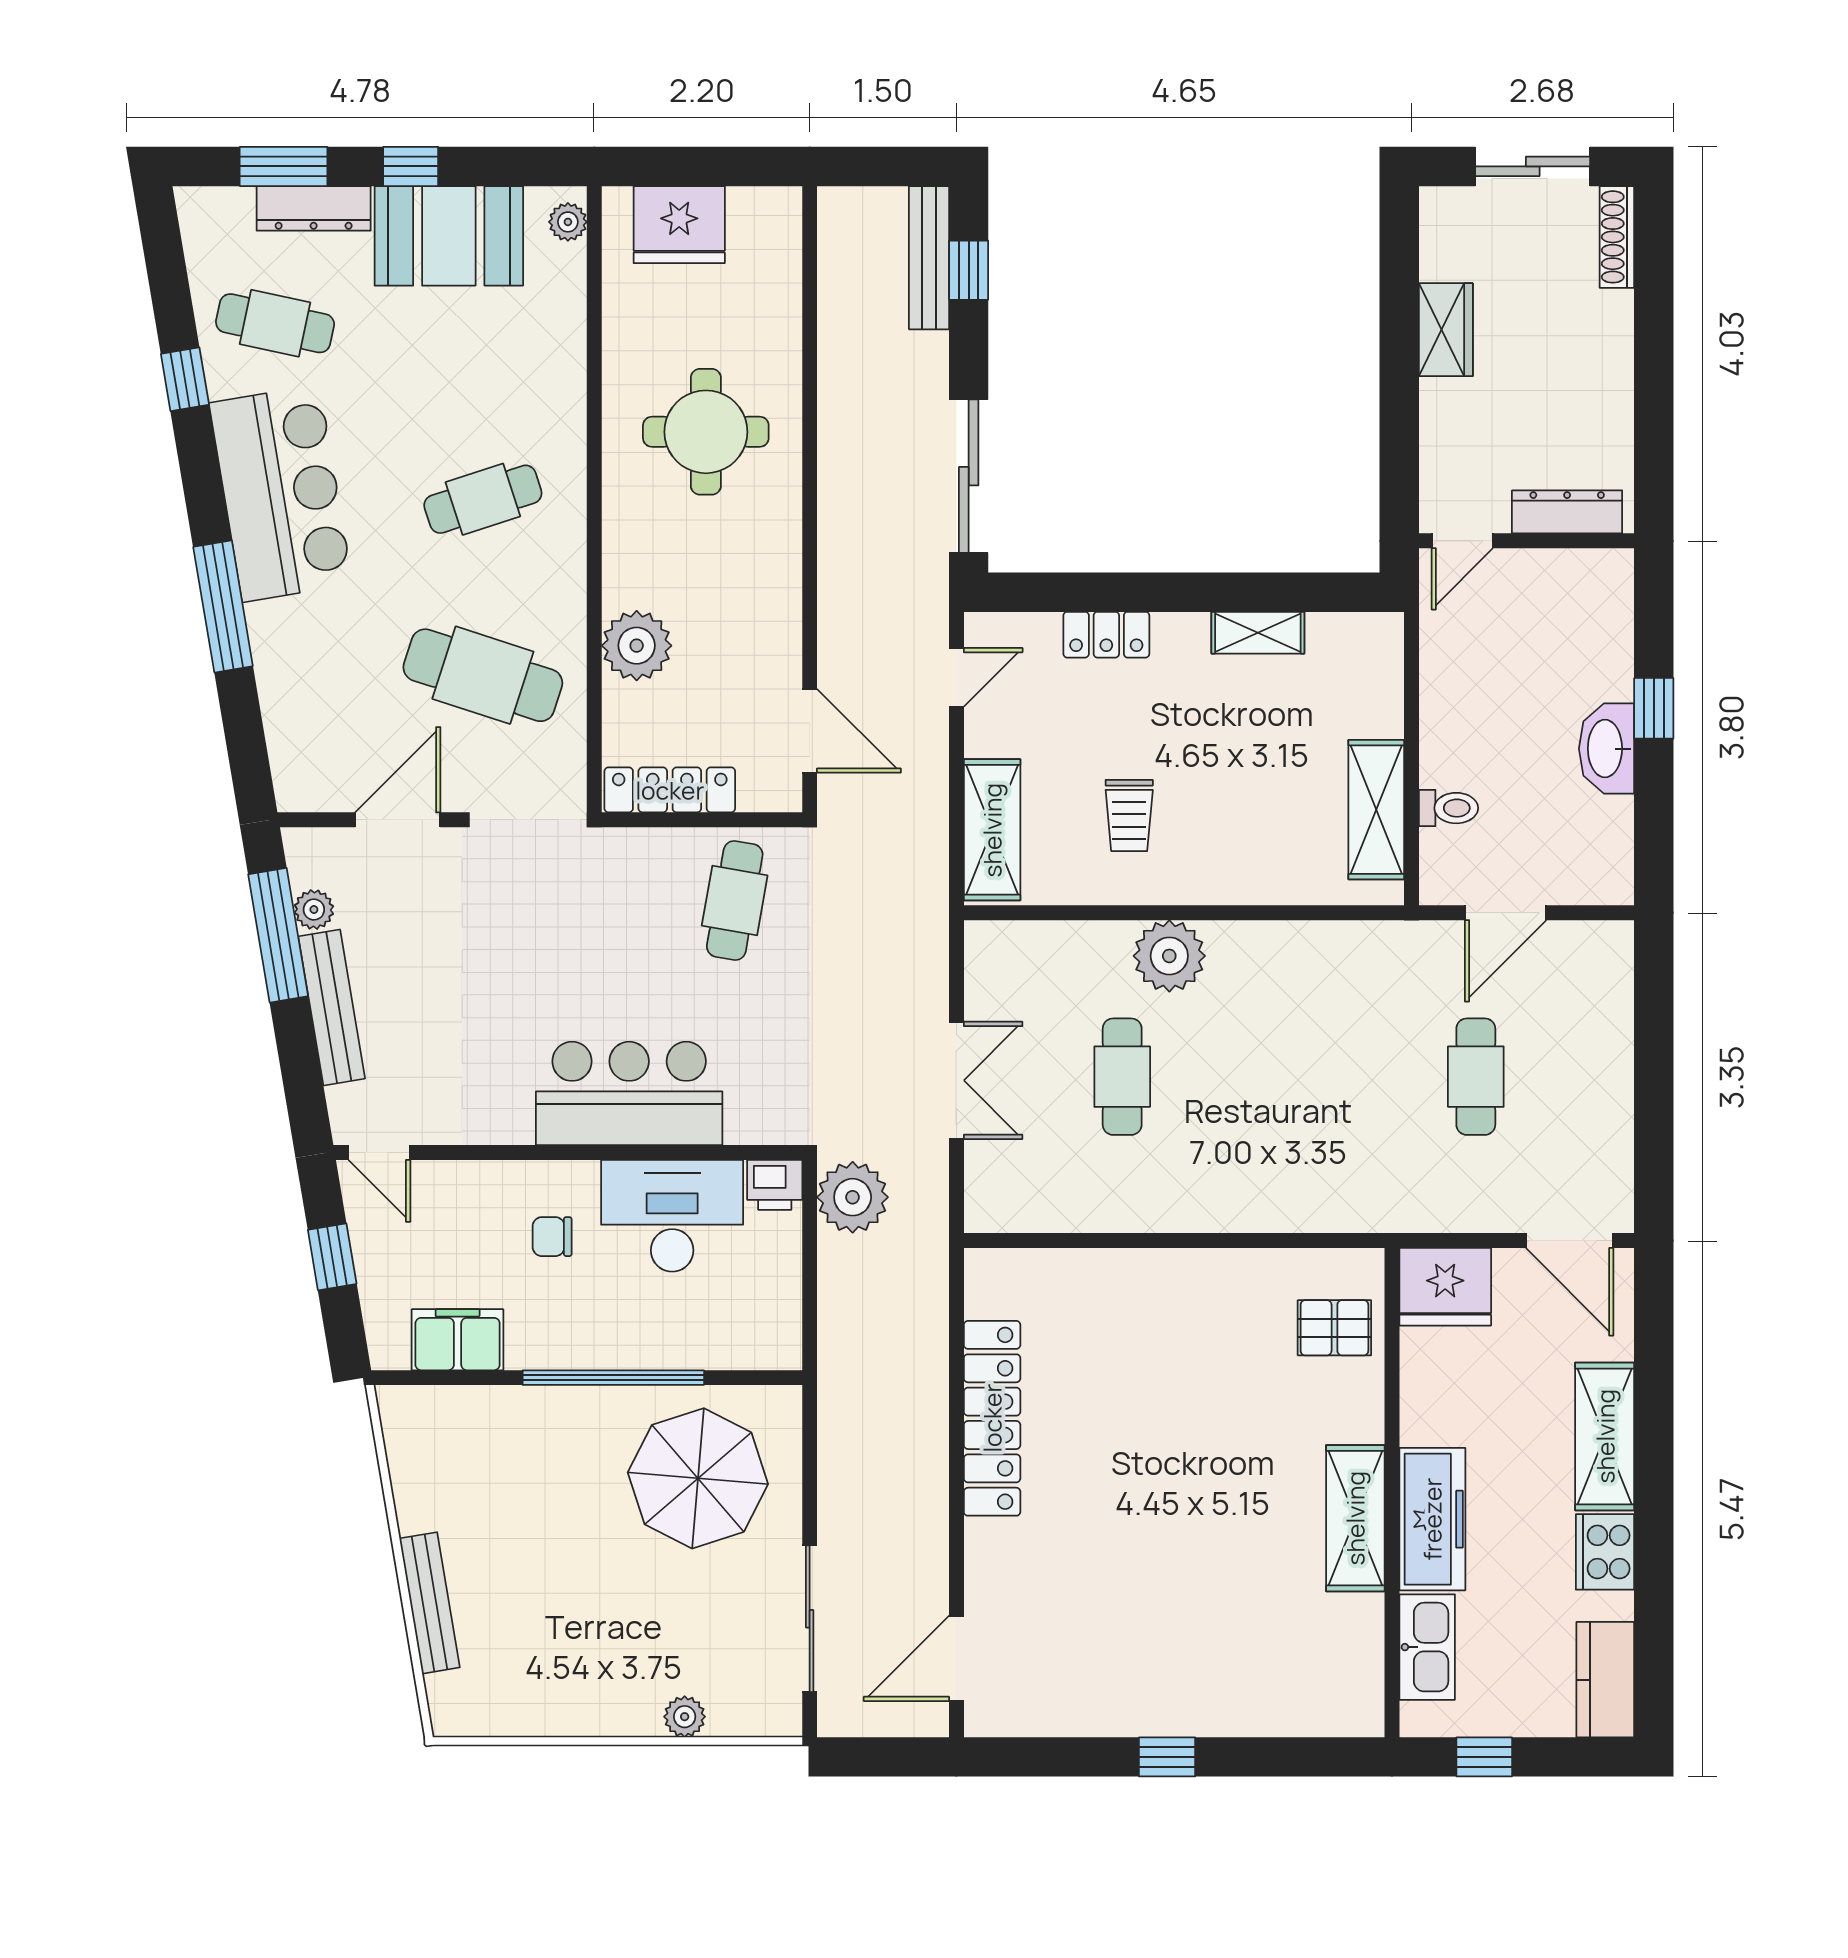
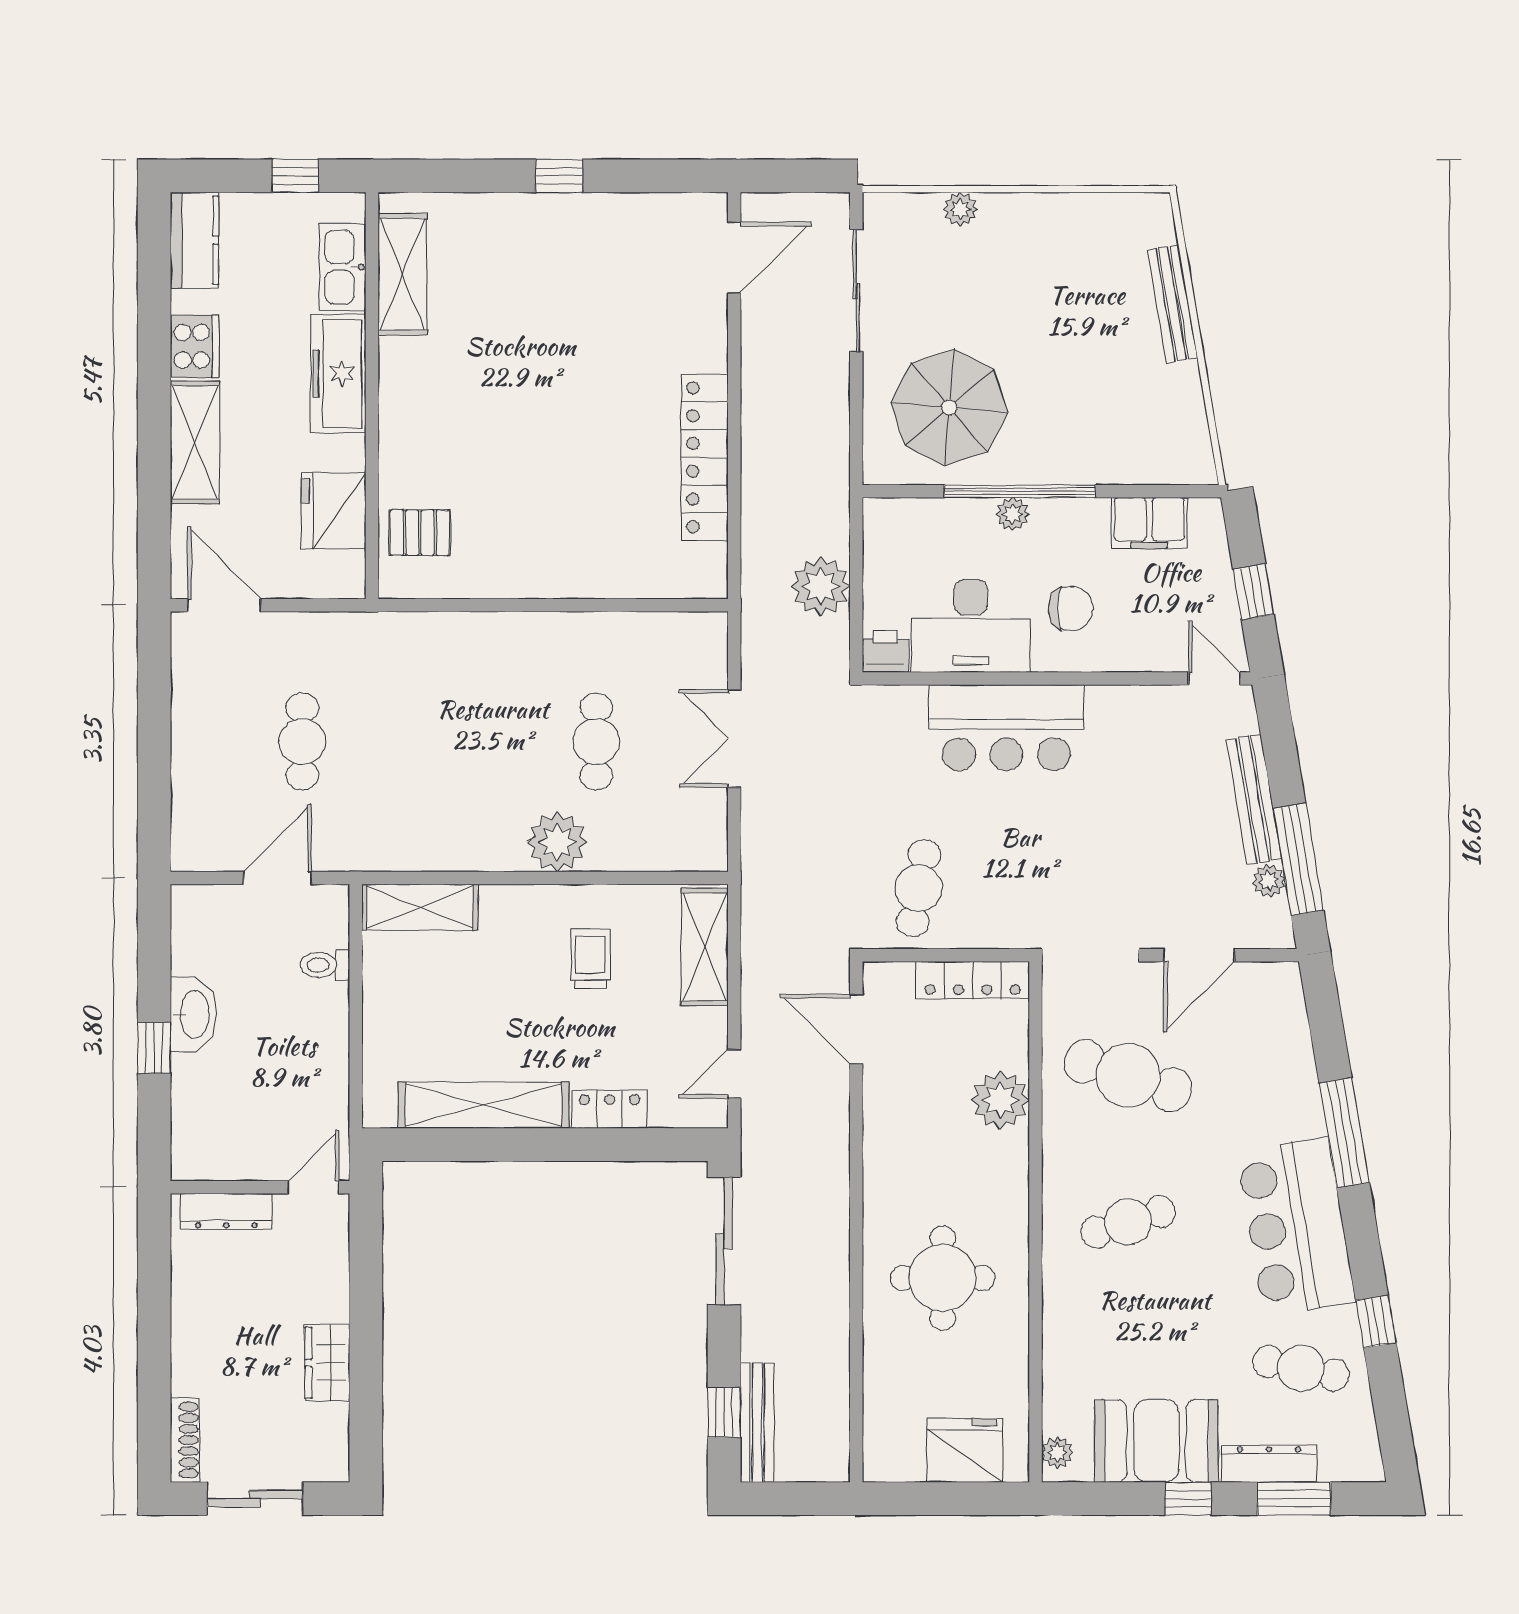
shelving: (1258, 633) -> (484, 1105), width x2.20, depth x1.33
shelving: (1376, 810) -> (420, 907), moved, turned 90
plant: (853, 1197) -> (821, 586), moved
chair: (552, 1237) -> (1071, 609), width x1.37, depth x1.37
fridge: (1445, 1287) -> (334, 511), moved, turned -90
plant: (622, 1350) -> (1013, 514), added
shelving: (1355, 1518) -> (402, 274), moved

